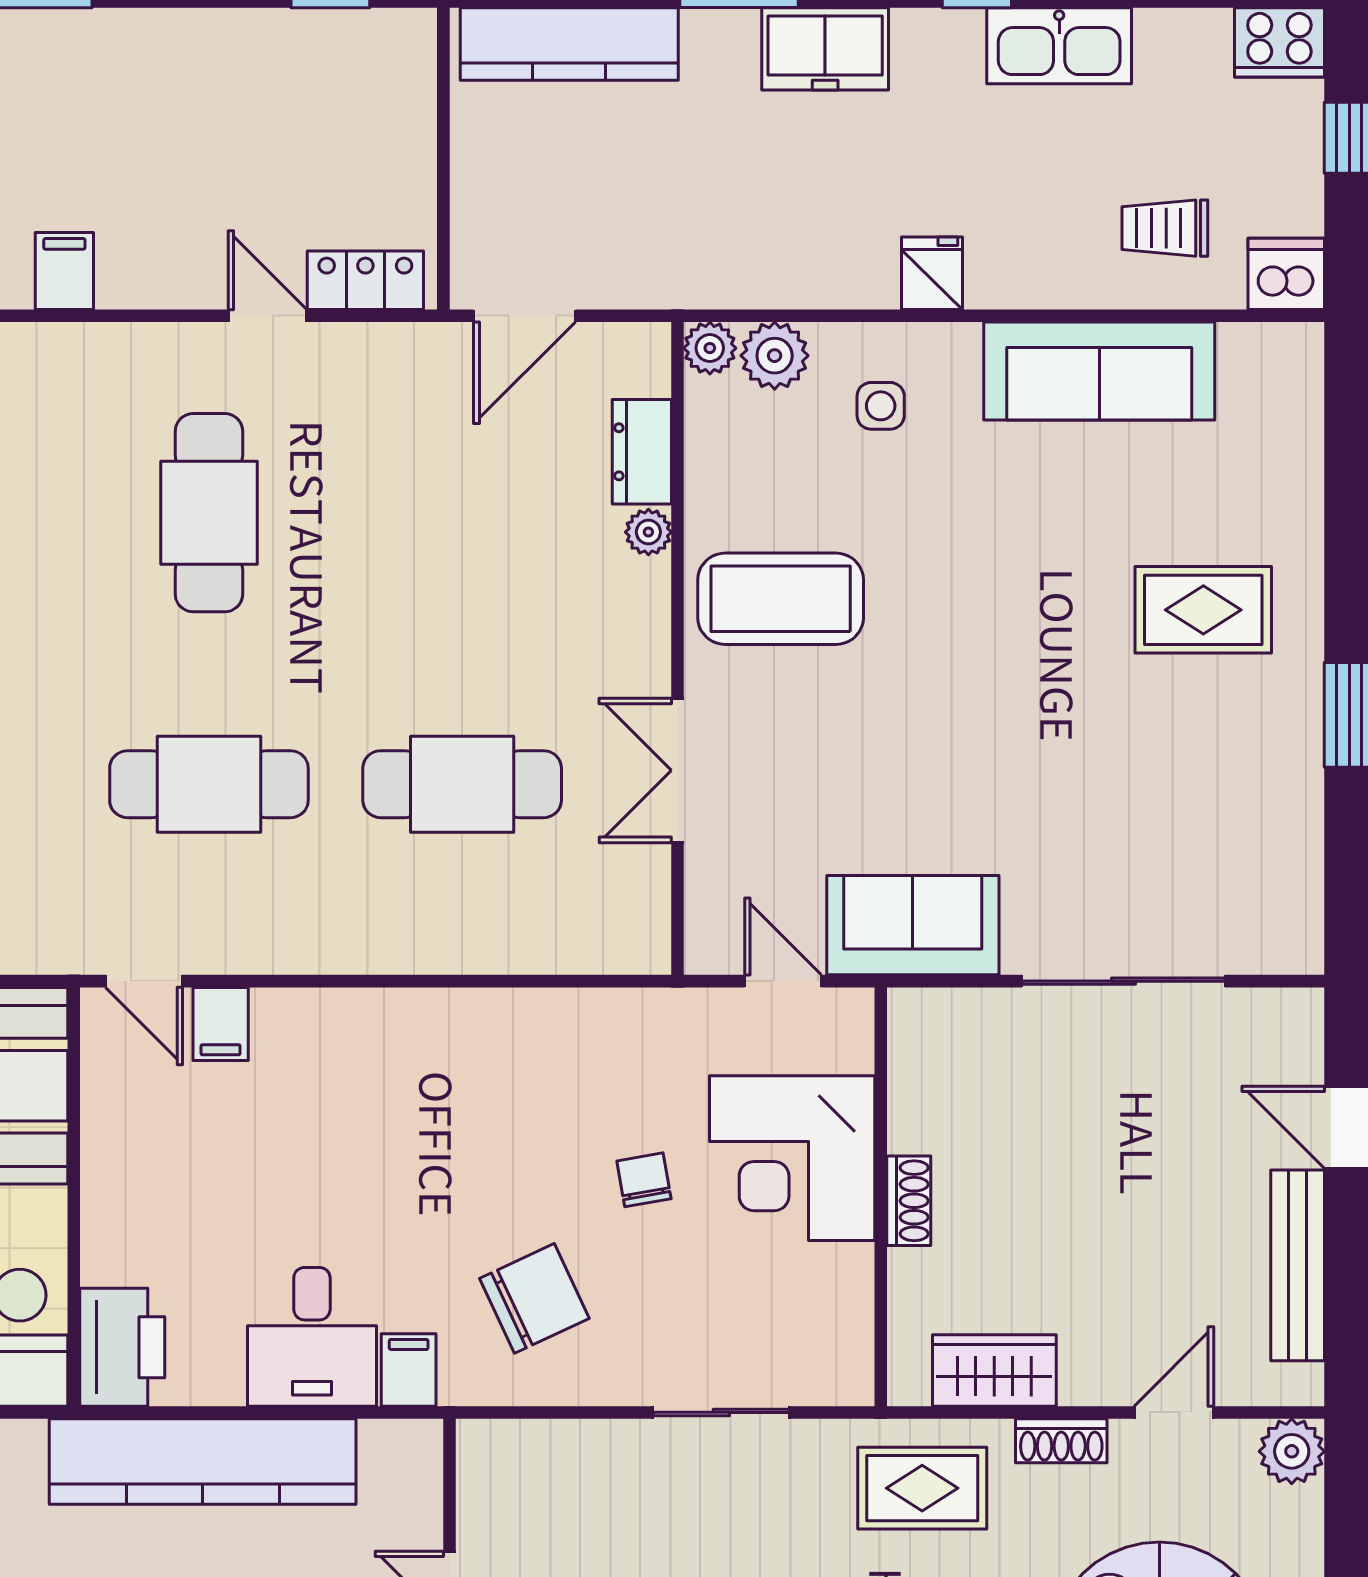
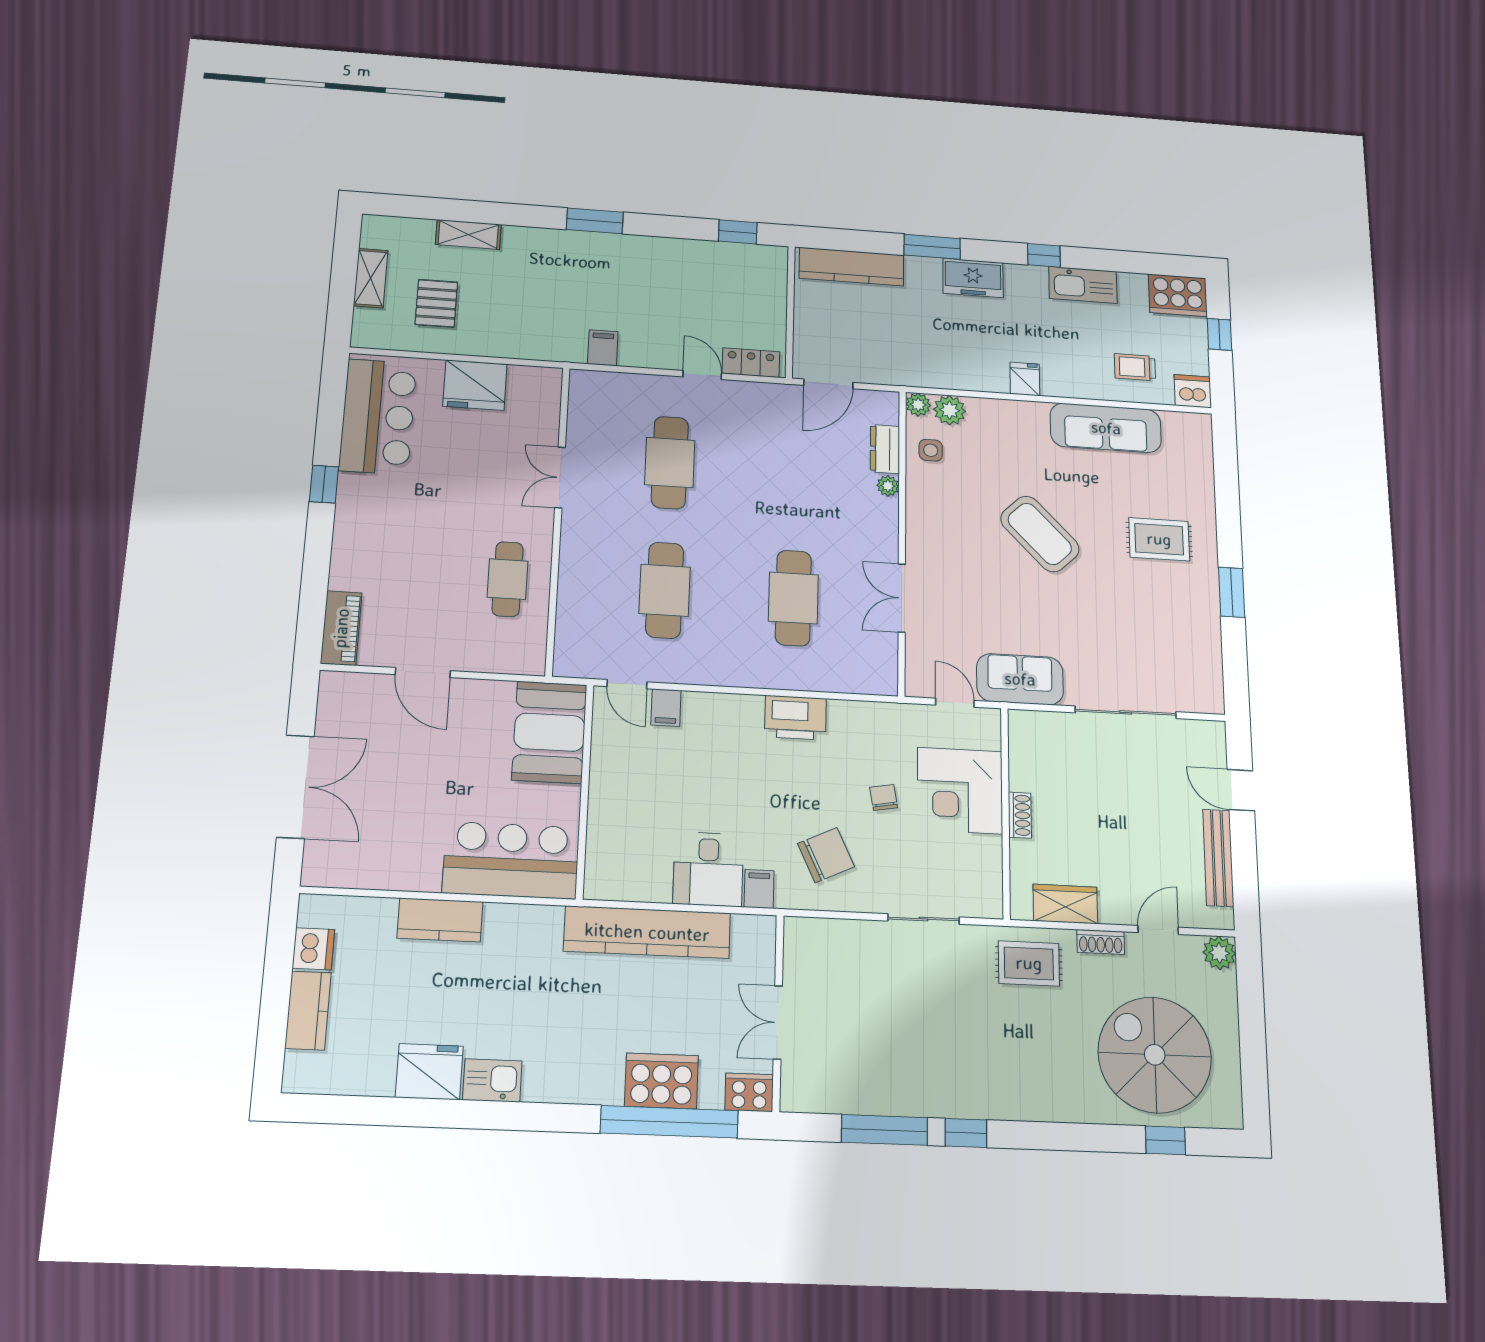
cooker: (1279, 42) -> (1178, 295), width x1.37, depth x1.31
side table: (881, 406) -> (931, 450), moved
coffee table: (781, 599) -> (1040, 534), moved, turned 46
cafe table: (209, 784) -> (665, 590), turned 90
cafe table: (462, 784) -> (793, 598), turned 90
printer: (122, 1347) -> (795, 718), moved, turned 90

